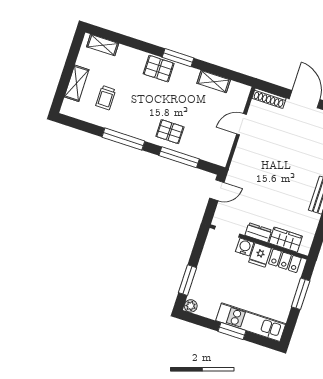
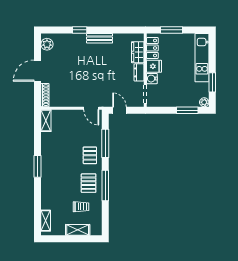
pallet: (159, 69) -> (89, 183), moved
shelving: (214, 82) -> (46, 121), moved
door: (241, 124) -> (91, 108), moved
window: (232, 331) -> (212, 82), moved

